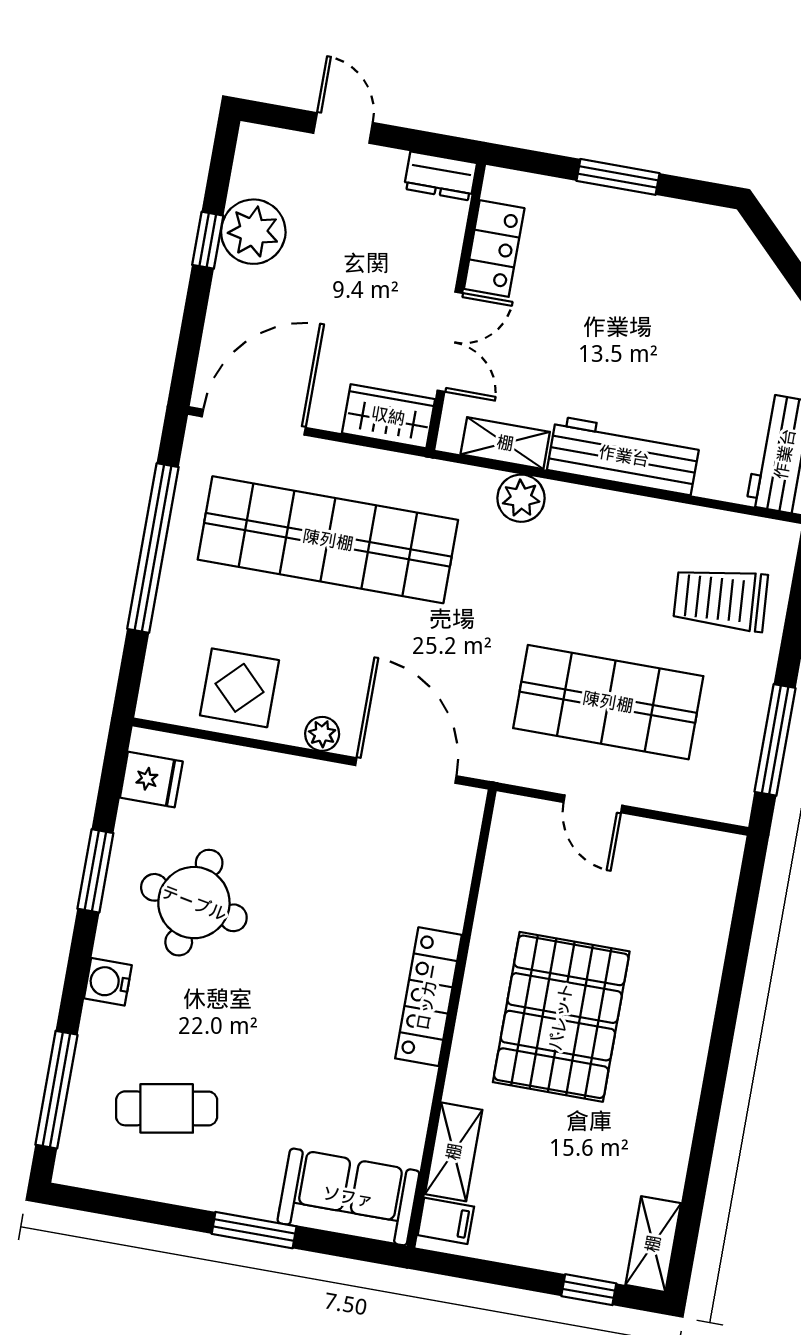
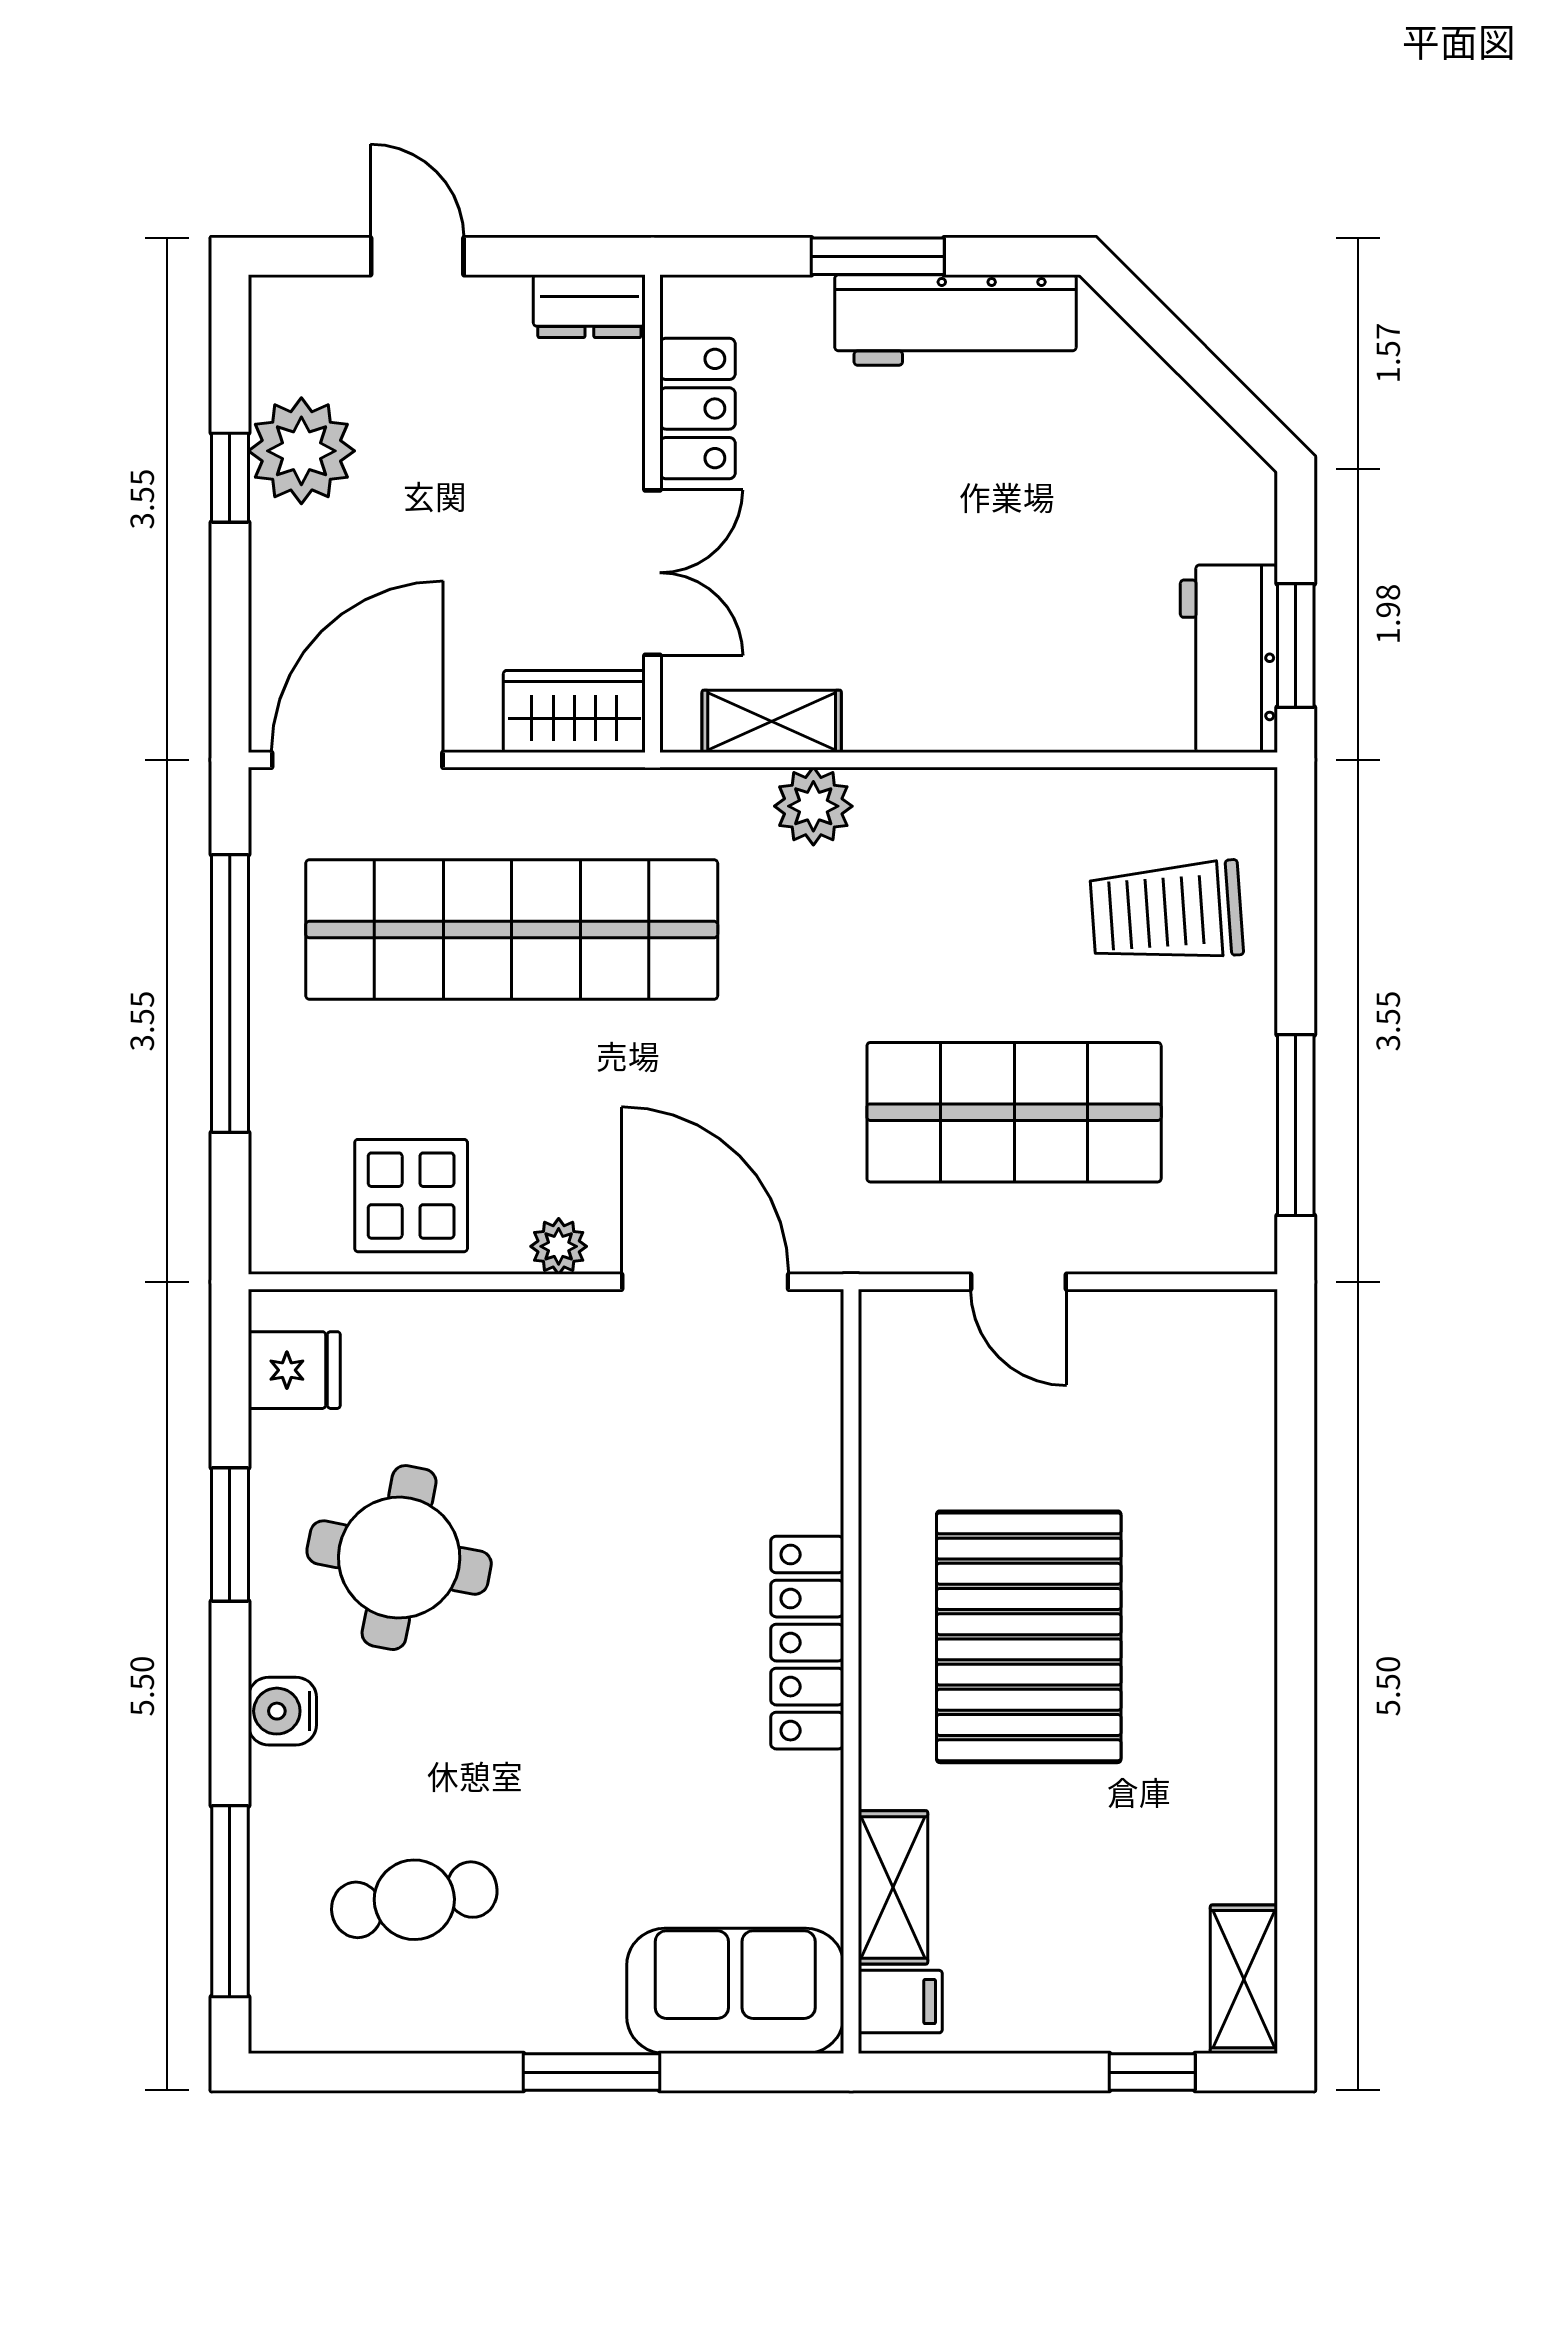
workbench: (624, 456) -> (955, 320), moved, turned 180

